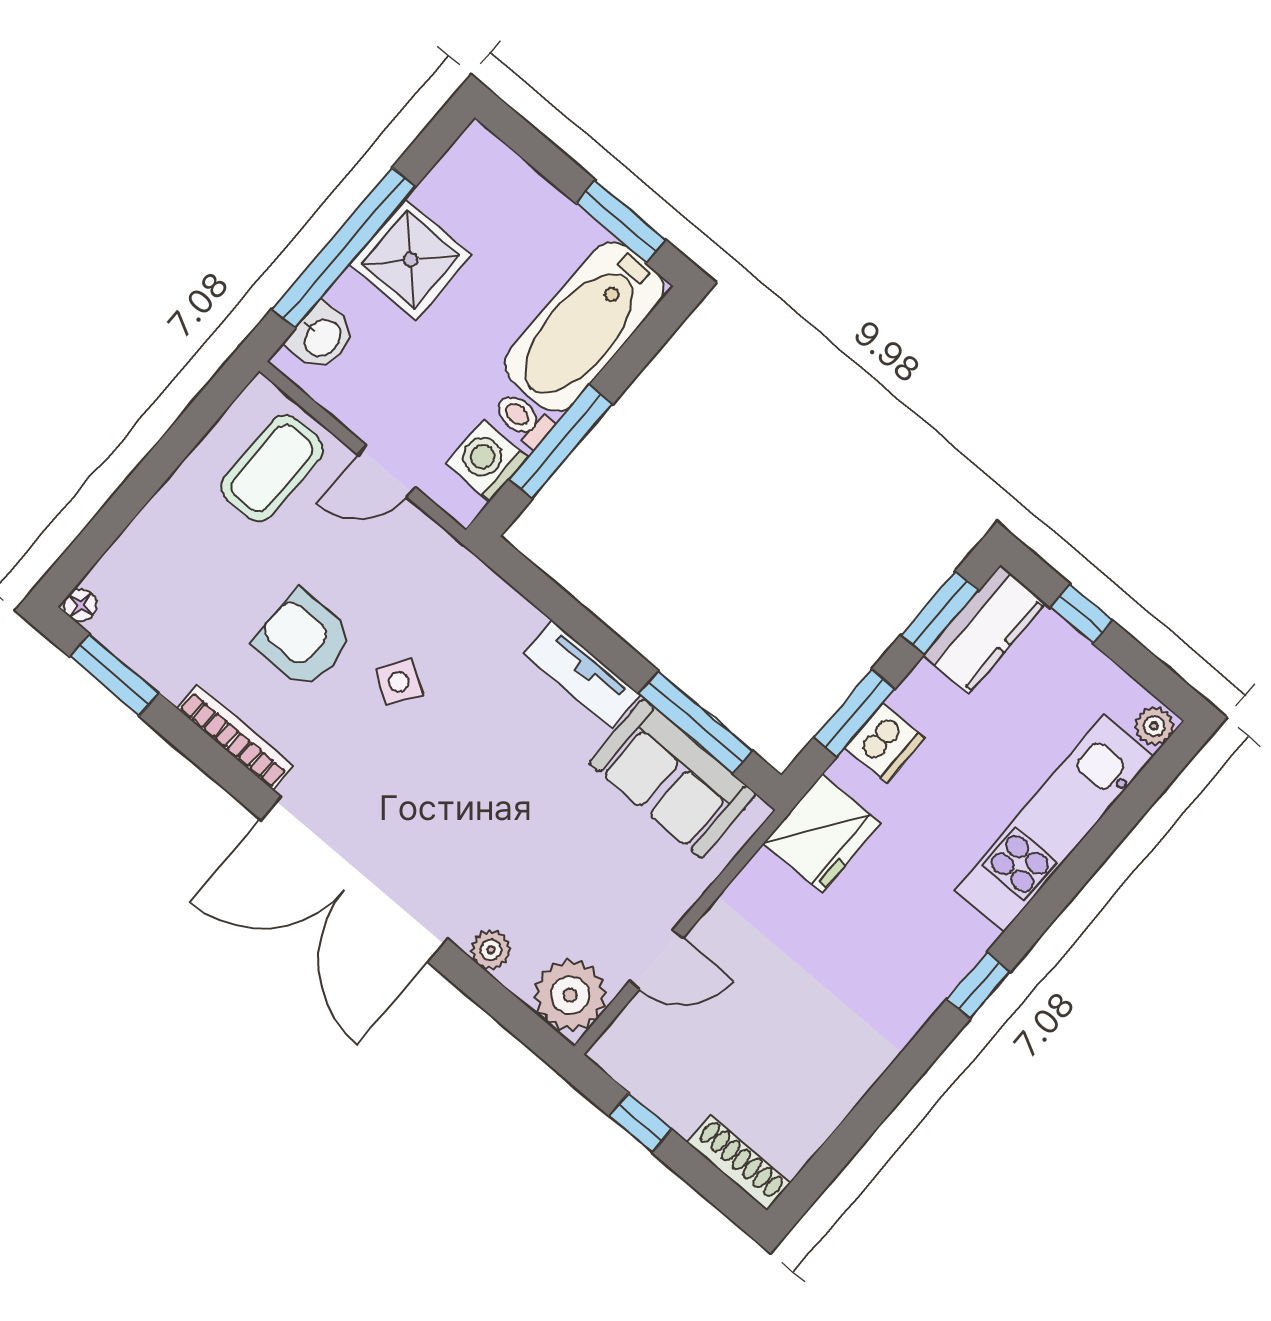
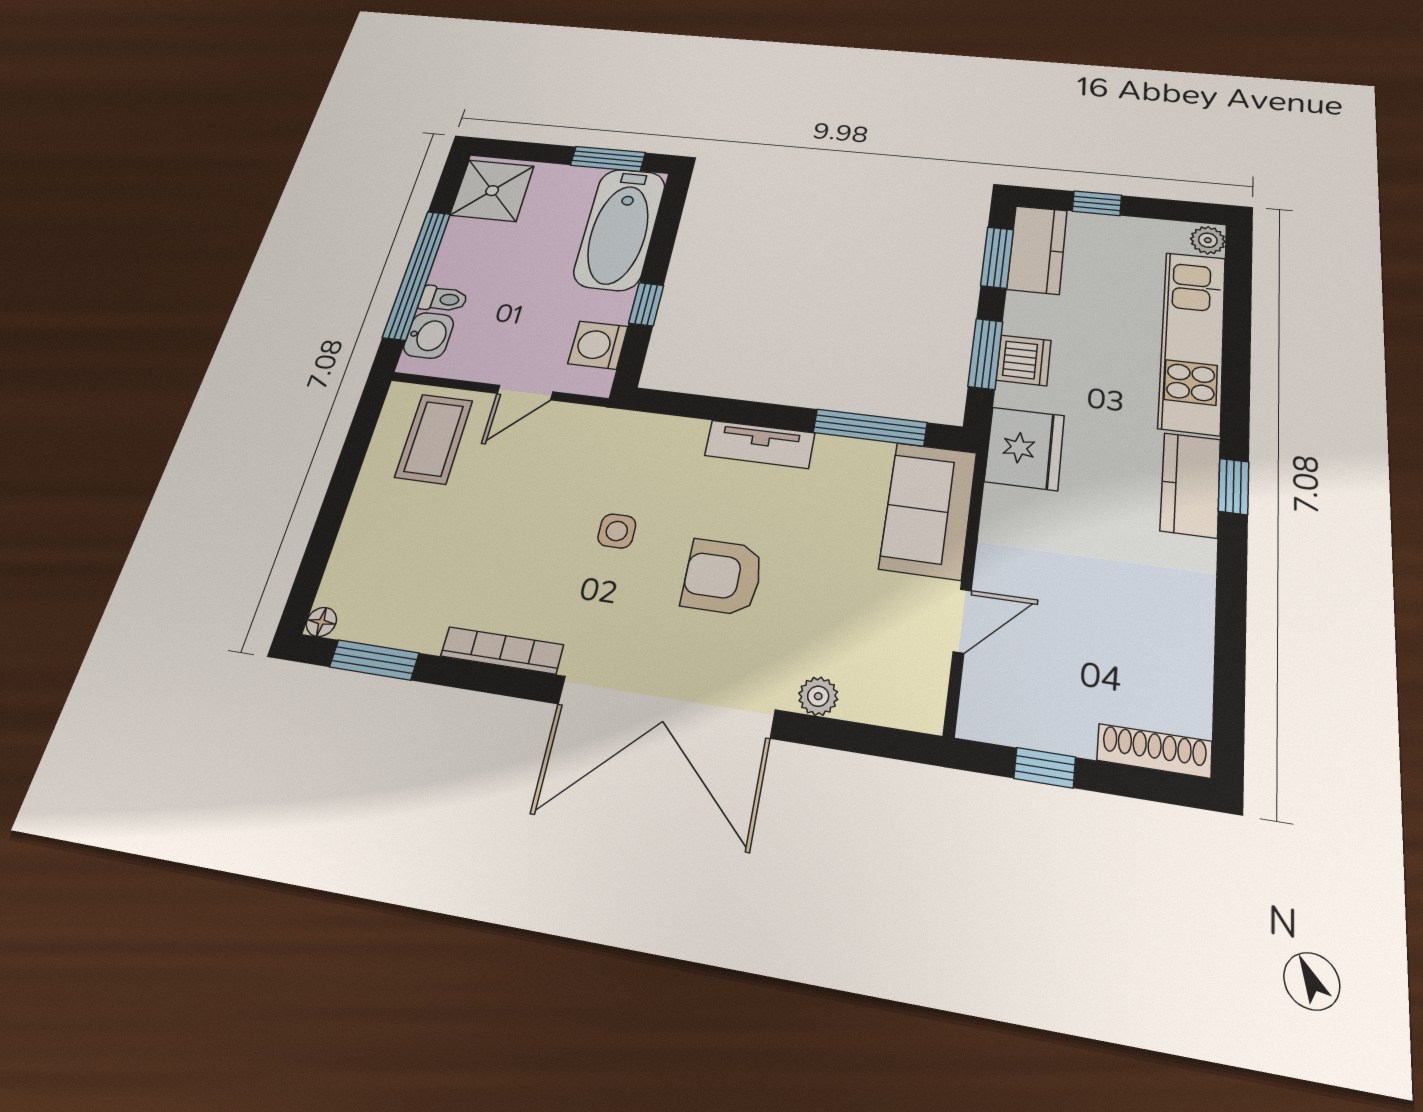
shower: (410, 260) -> (492, 191), moved
toilet: (523, 419) -> (443, 299), moved, turned 180
window: (561, 442) -> (646, 304), width x0.46
armchair: (304, 640) -> (722, 577), moved
side table: (399, 682) -> (617, 531), turned -33
sofa: (673, 779) -> (928, 510), moved, turned 90
kitchen counter: (942, 960) -> (1190, 485), added
plant: (570, 995) -> (910, 694), removed

